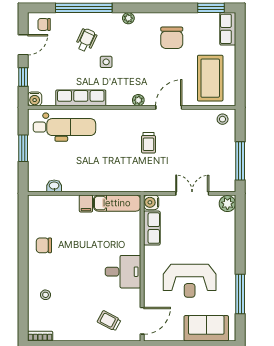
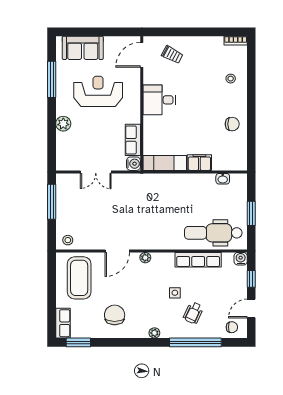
trolley: (148, 143) -> (136, 218), removed
filing cabinet: (86, 203) -> (199, 163), width x2.00
plant: (227, 204) -> (63, 124), moved

